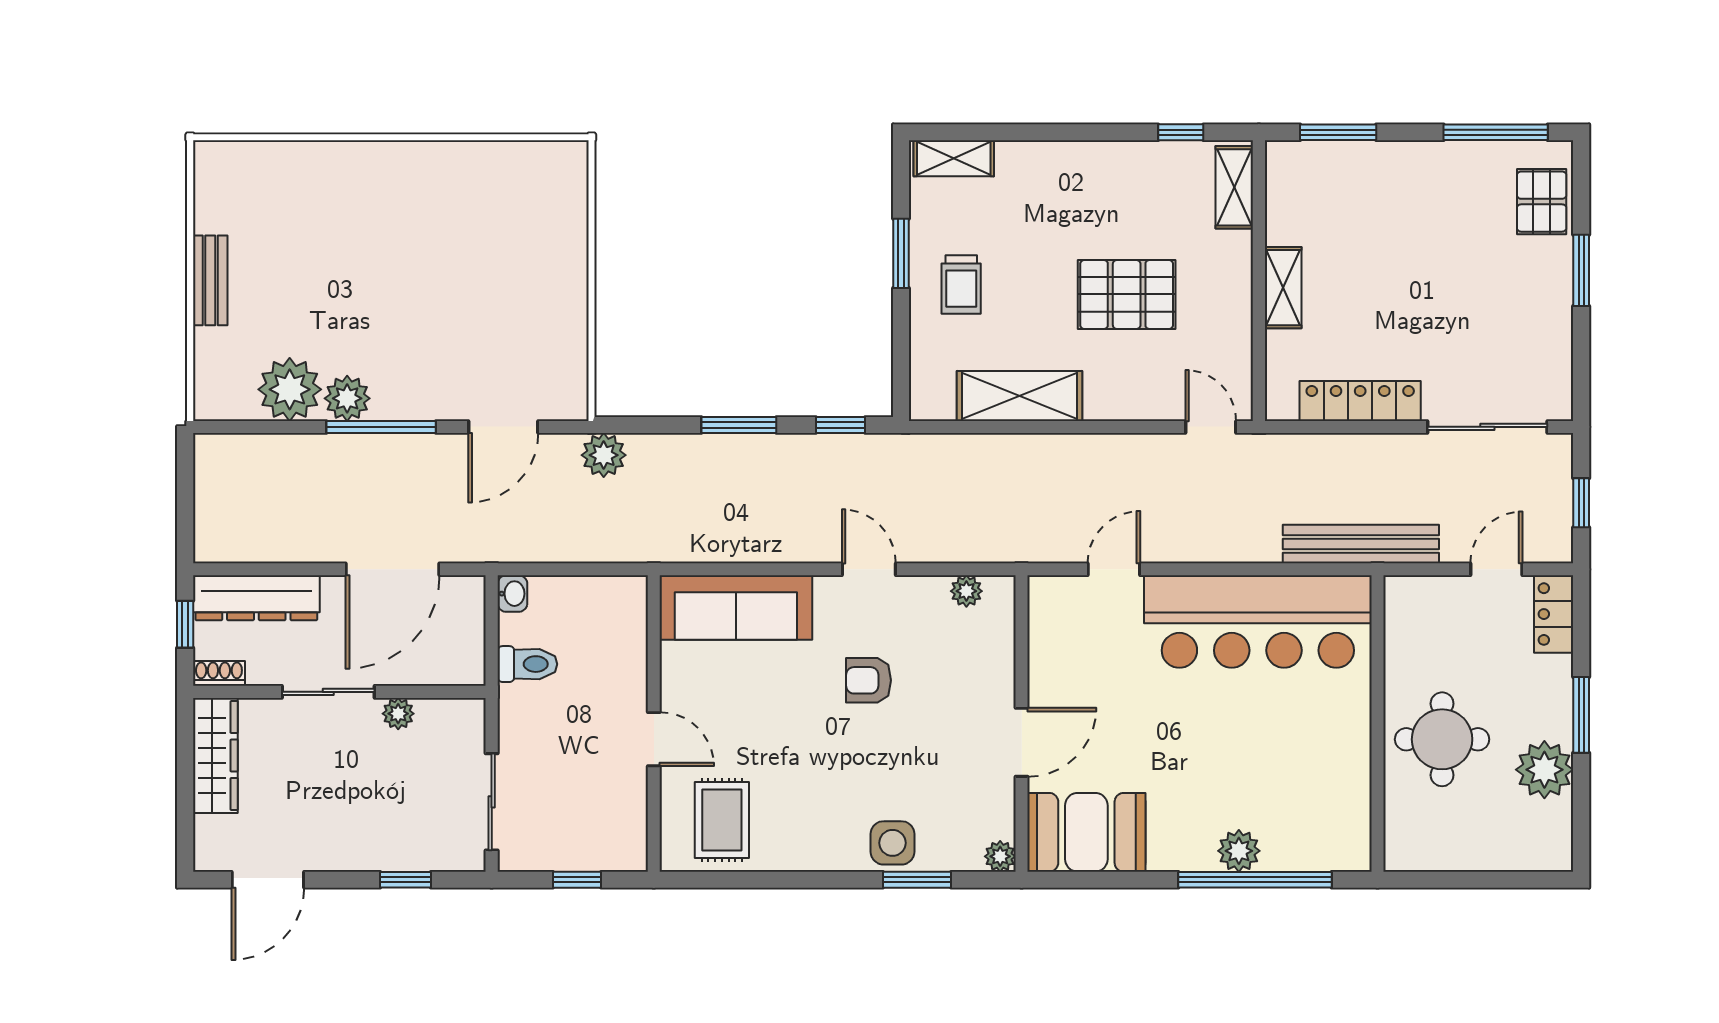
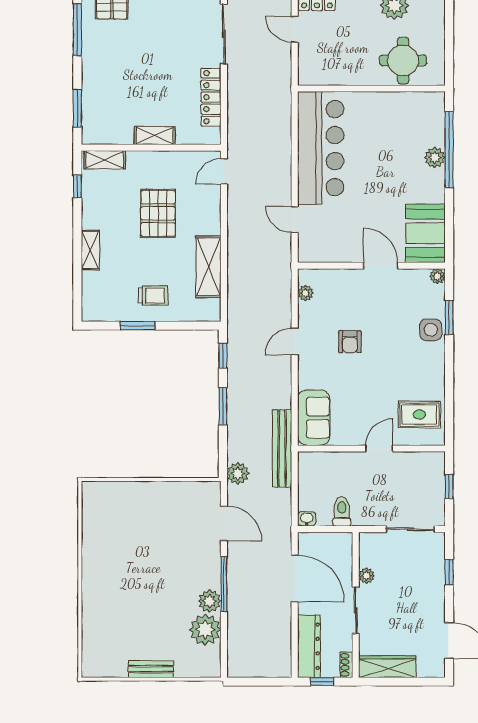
shelving: (954, 158) -> (90, 250), moved
bench: (1361, 544) -> (282, 448), moved
sofa: (736, 608) -> (314, 418), width x0.73
round table: (1442, 739) -> (403, 60), moved

